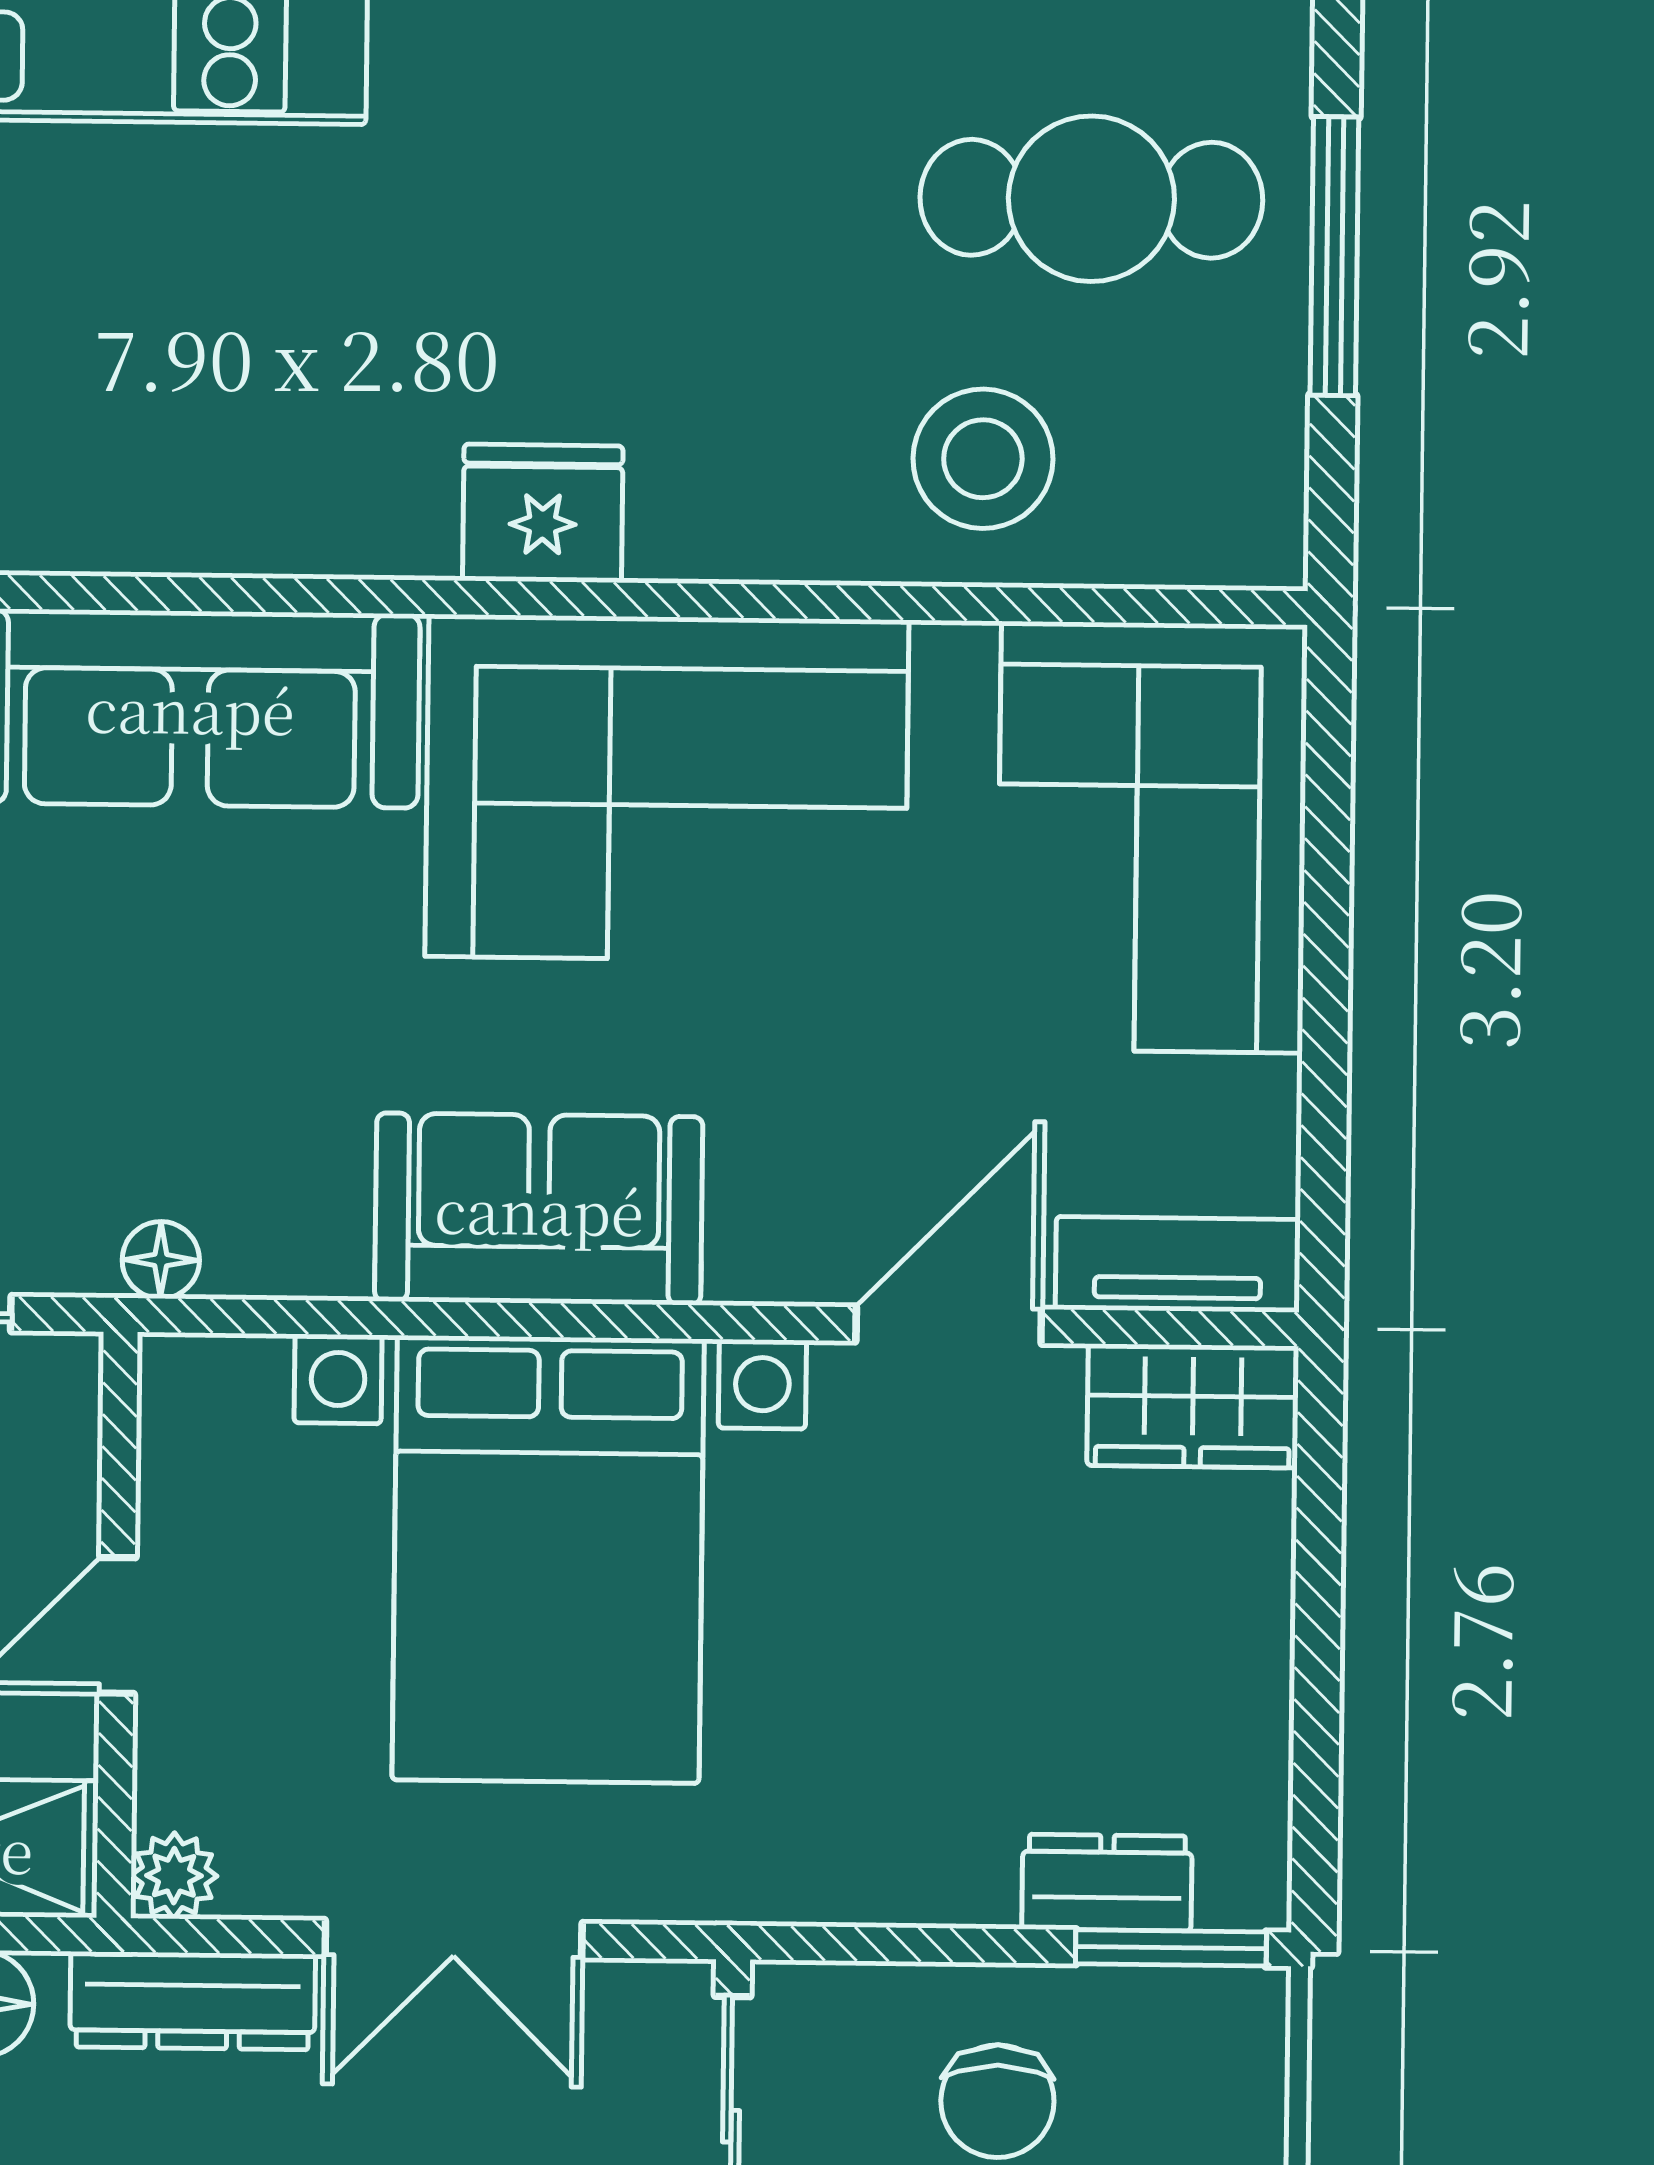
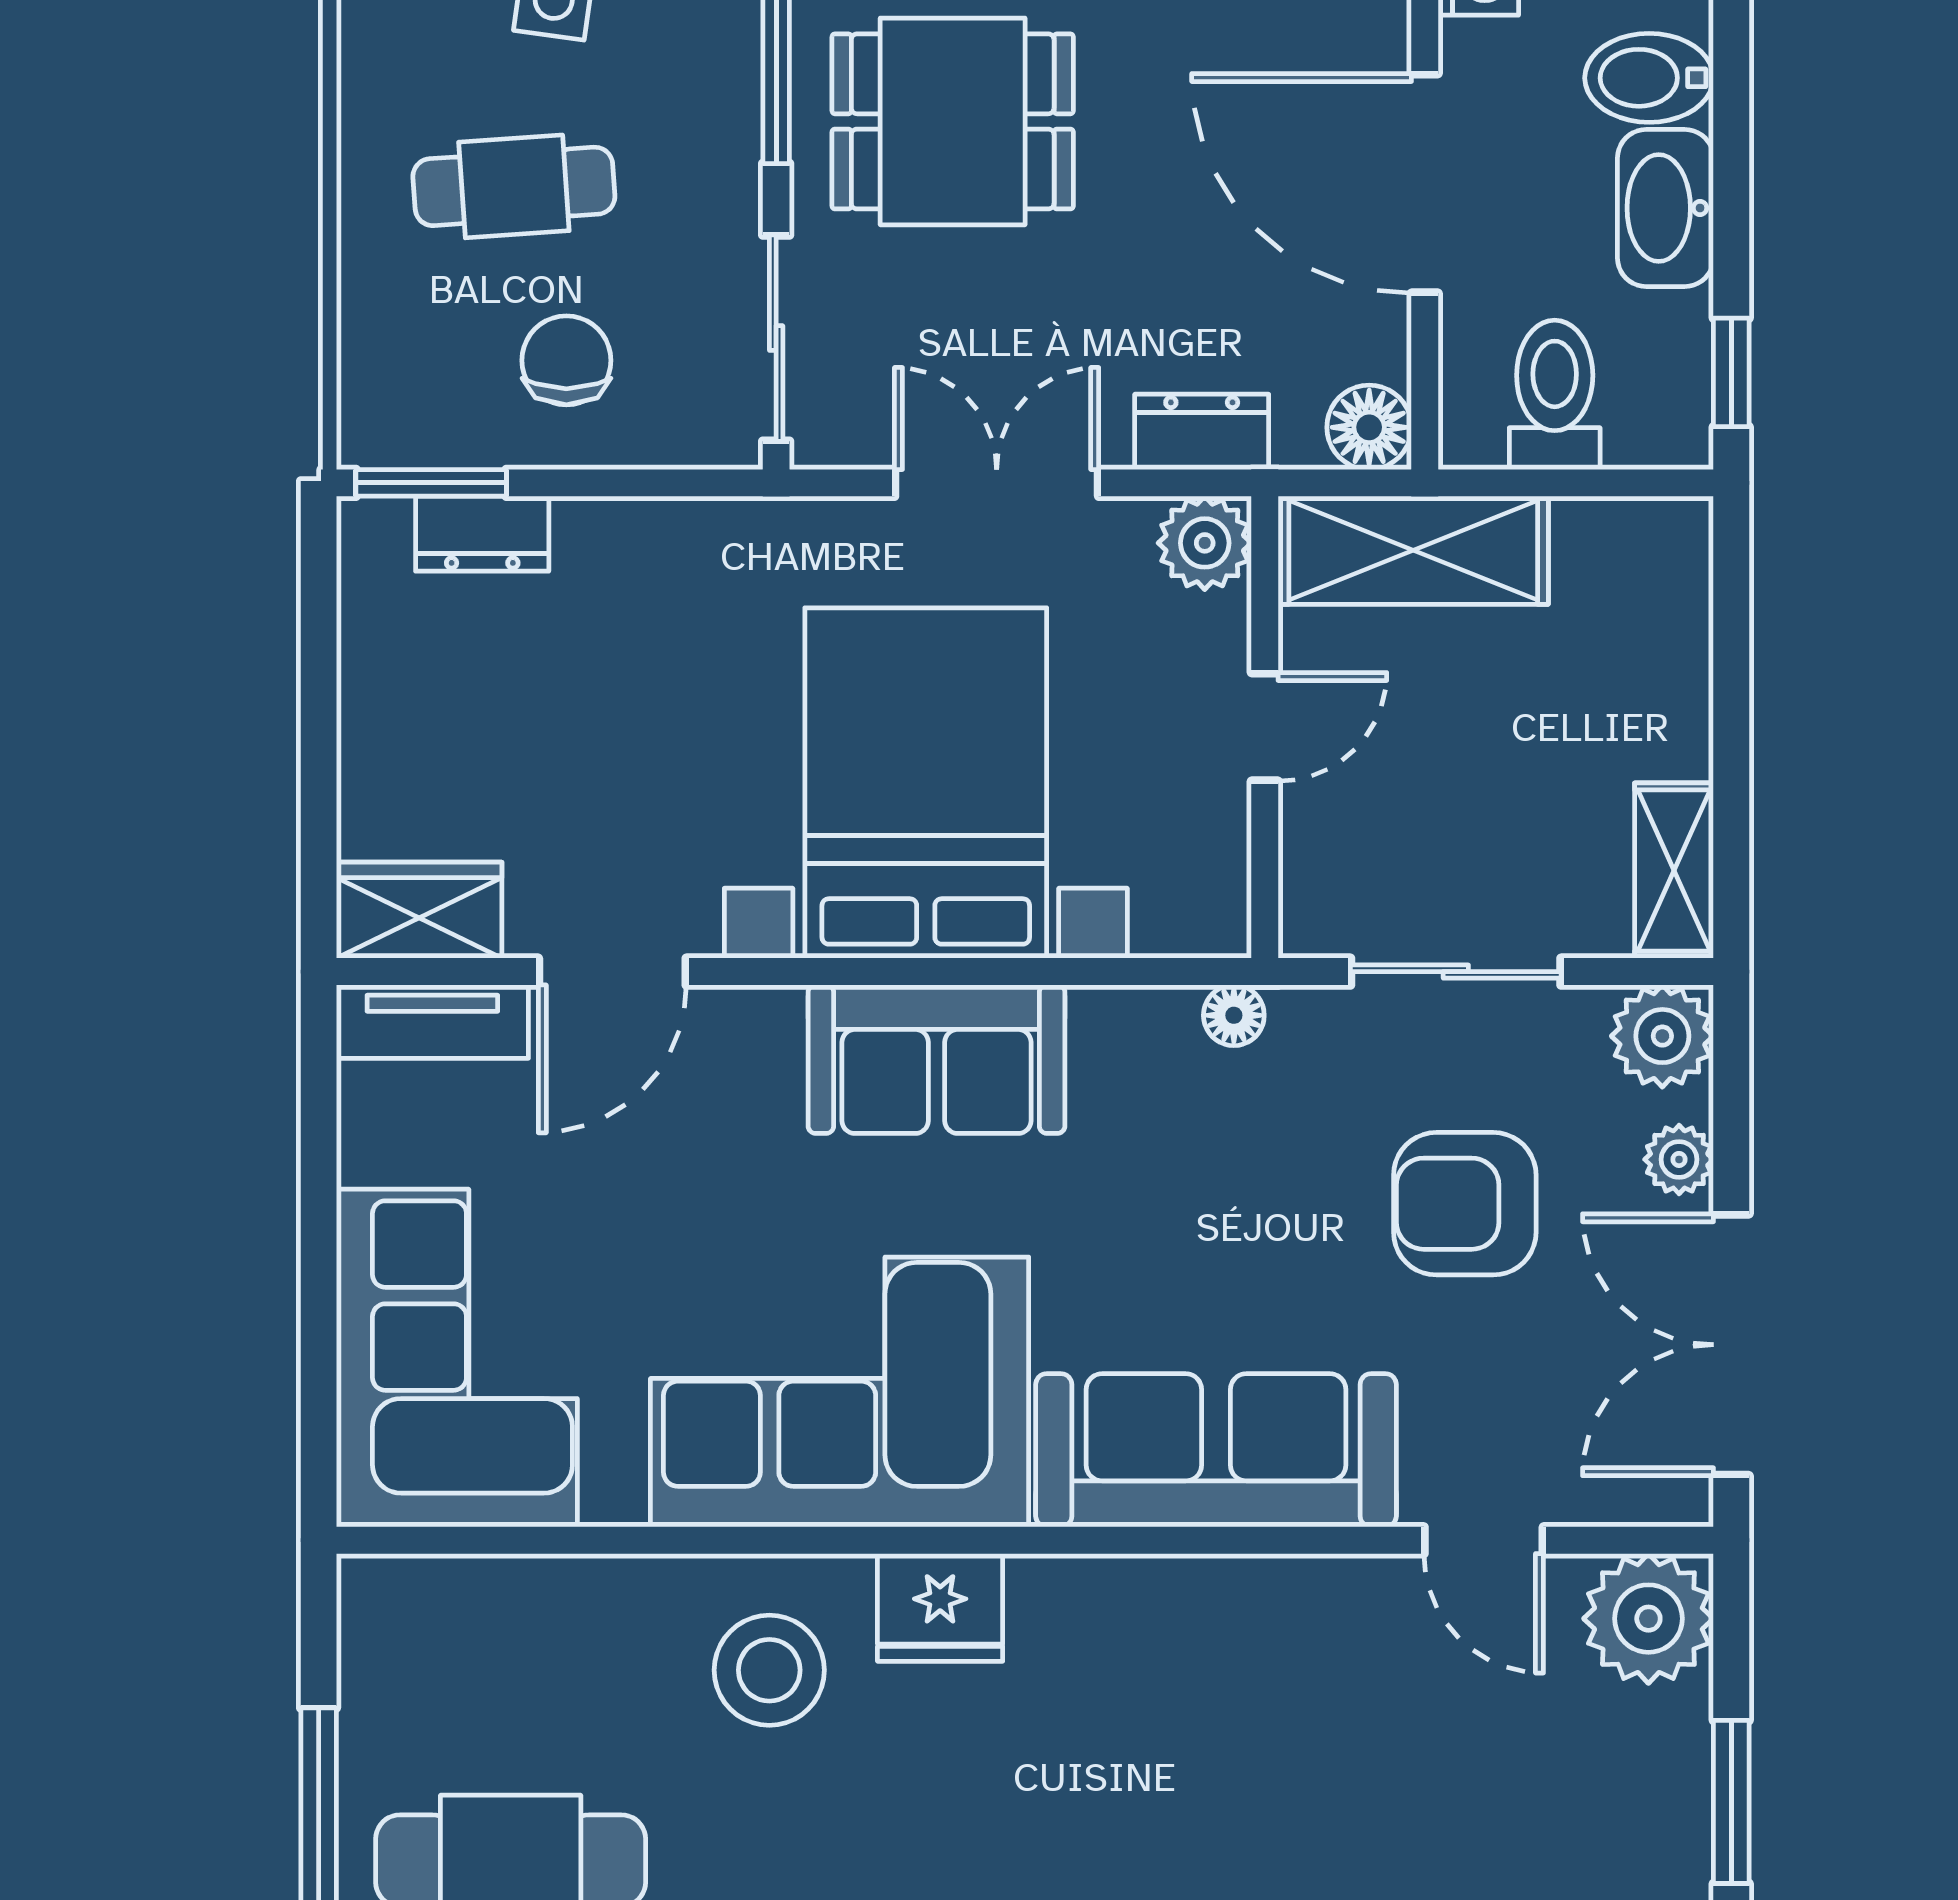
stool: (983, 459) -> (769, 1670), moved
plant: (174, 1876) -> (1205, 543), width x1.38, depth x1.38
dresser: (193, 2001) -> (1202, 432), width x0.70

